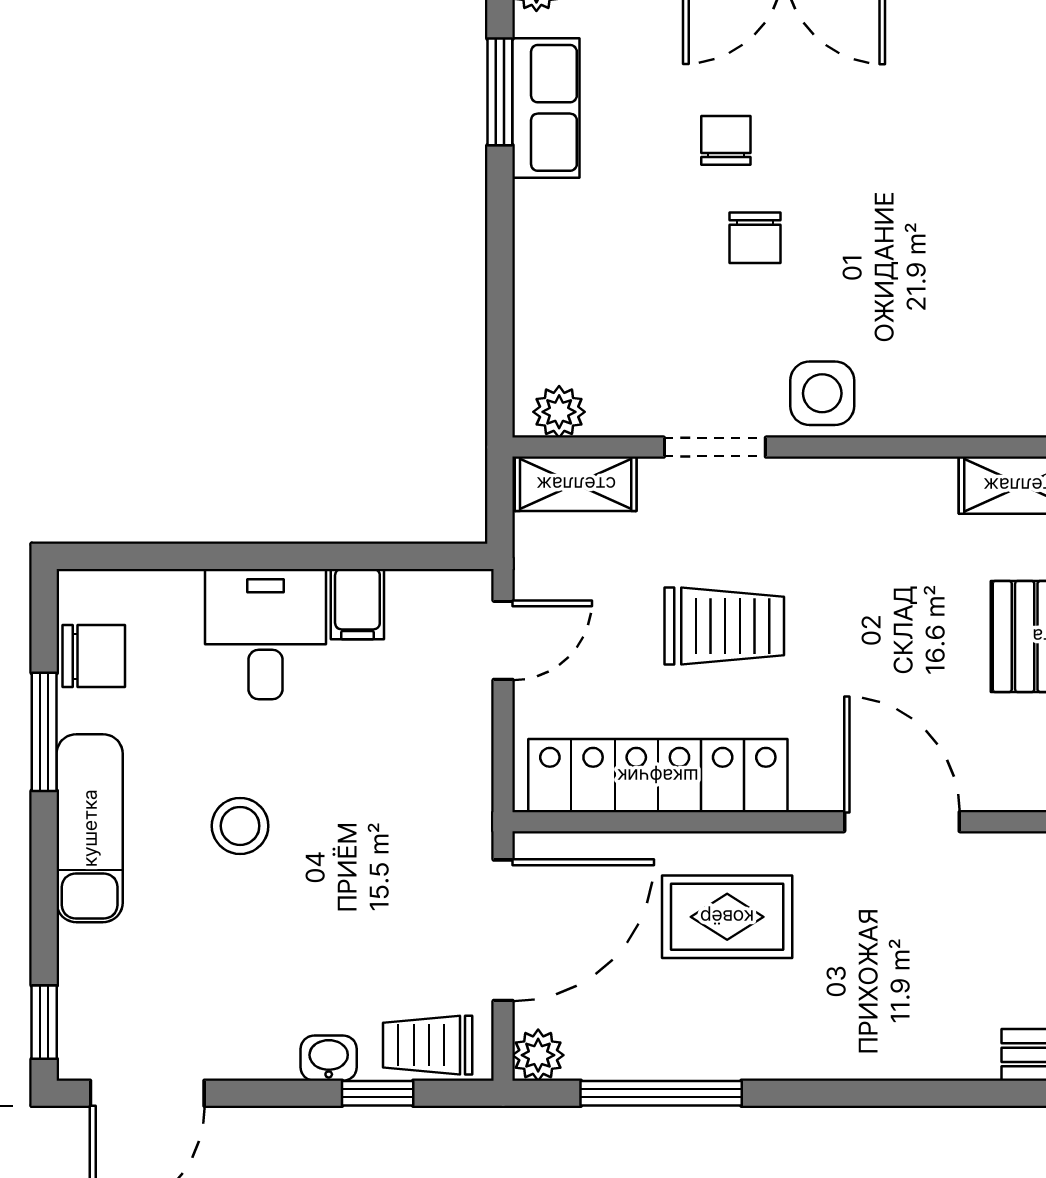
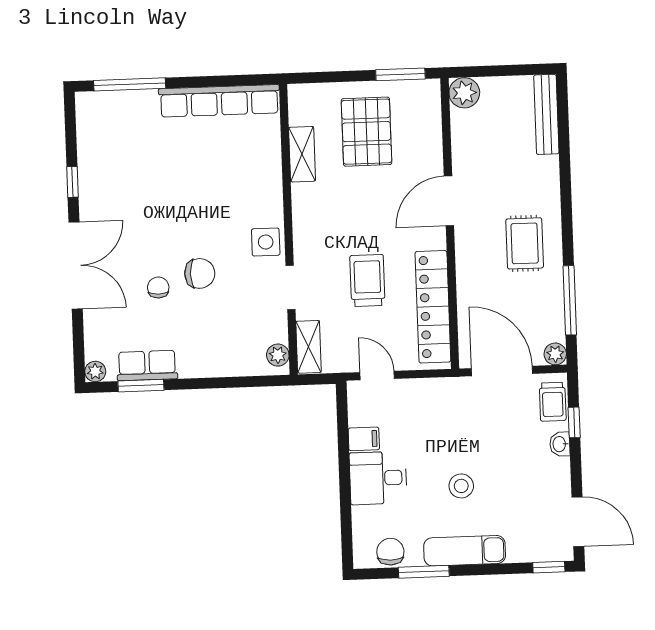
chair: (726, 140) -> (158, 287), turned 90
chair: (755, 238) -> (200, 273), width x1.37, depth x1.37
rug: (727, 917) -> (525, 243), moved

